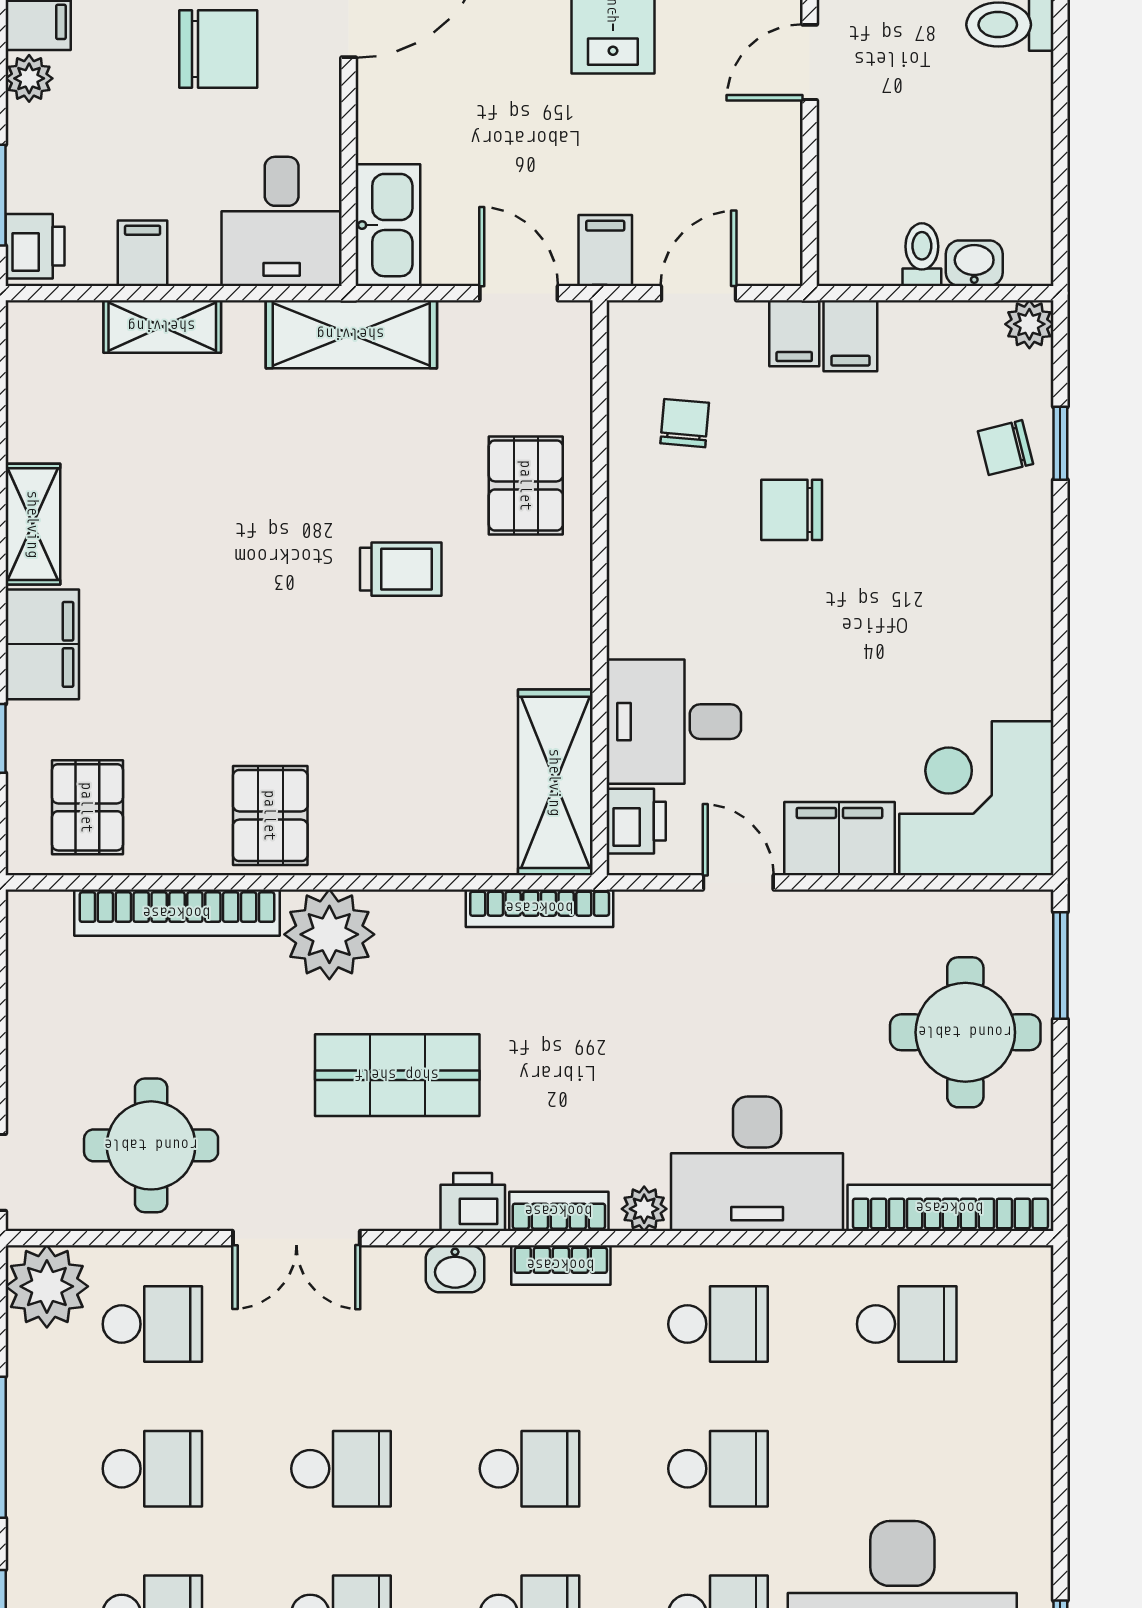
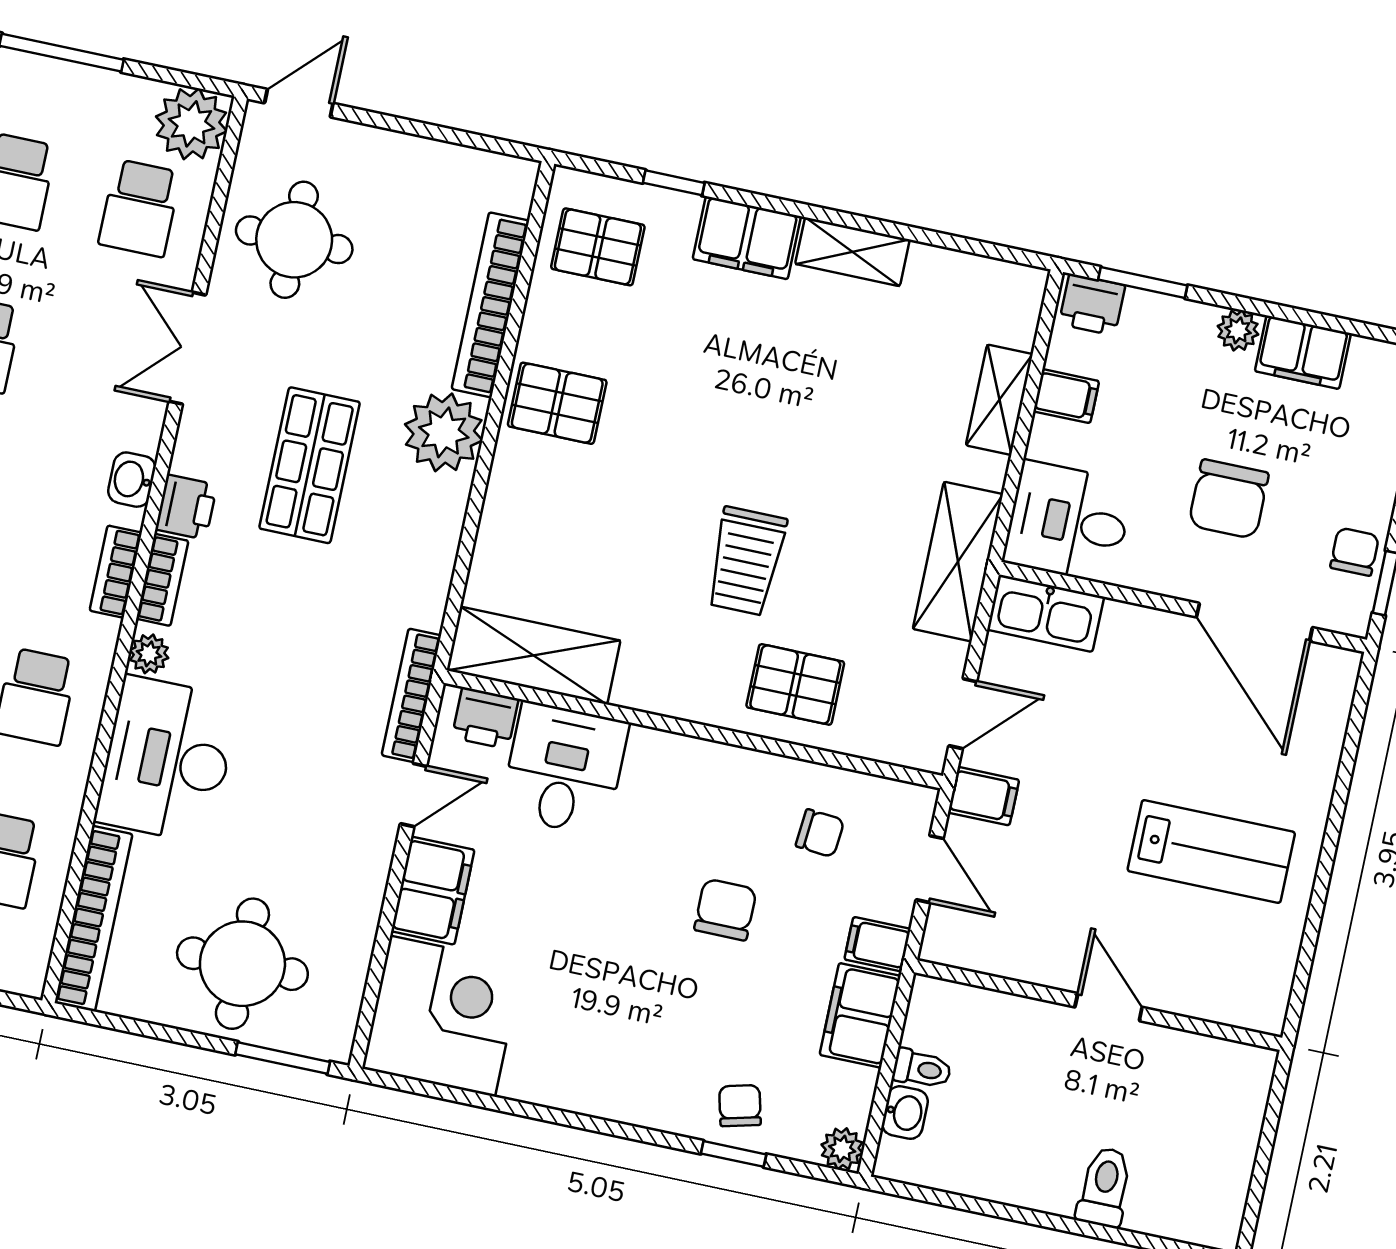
filing cabinet: (850, 336) -> (860, 1015), width x2.00
trolley: (401, 569) -> (746, 561), width x1.36, depth x1.39
bookcase: (540, 908) -> (411, 695), moved

